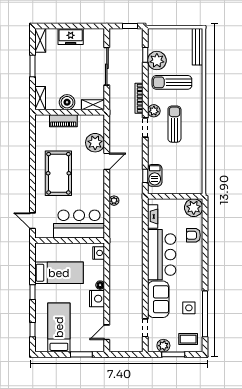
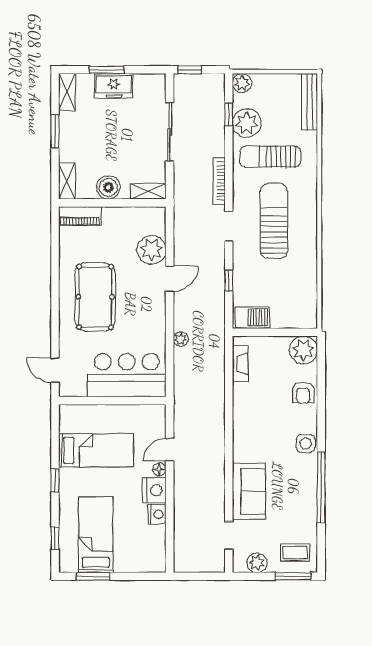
window: (66, 26) -> (107, 70), added
window: (130, 26) -> (190, 70), moved
plant: (154, 111) -> (242, 83), moved
piano: (63, 121) -> (80, 216), moved
sun lounger: (174, 124) -> (274, 221), width x1.36, depth x1.34
barbecue: (155, 175) -> (253, 318), moved, turned -90
window: (145, 176) -> (229, 281), moved
armchair: (193, 235) -> (303, 393), turned -90
nightstand: (99, 253) -> (157, 514), moved
bar counter: (162, 255) -> (254, 422), removed
side table: (189, 308) -> (306, 443), moved
window: (205, 314) -> (321, 488), moved
door: (107, 332) -> (170, 450), moved
window: (81, 354) -> (93, 576), moved
window: (173, 354) -> (293, 576), moved

